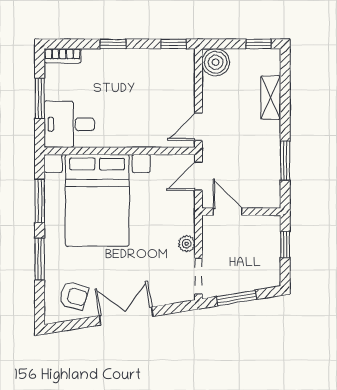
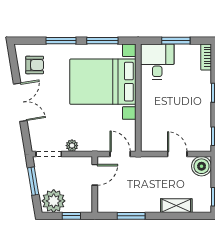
door: (198, 127) -> (177, 154), moved
plant: (264, 269) -> (54, 201), added
armchair: (74, 296) -> (35, 65), turned -107

